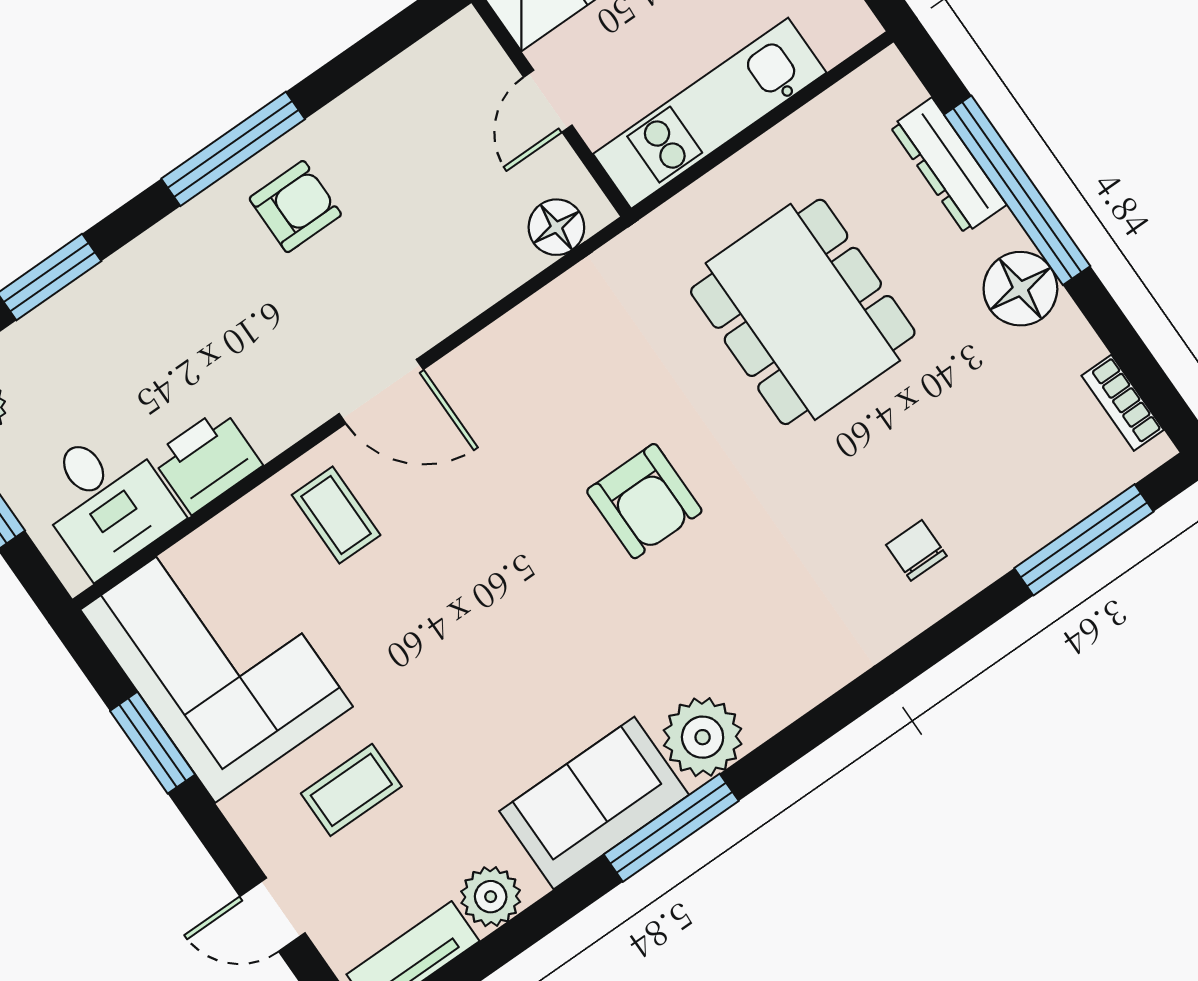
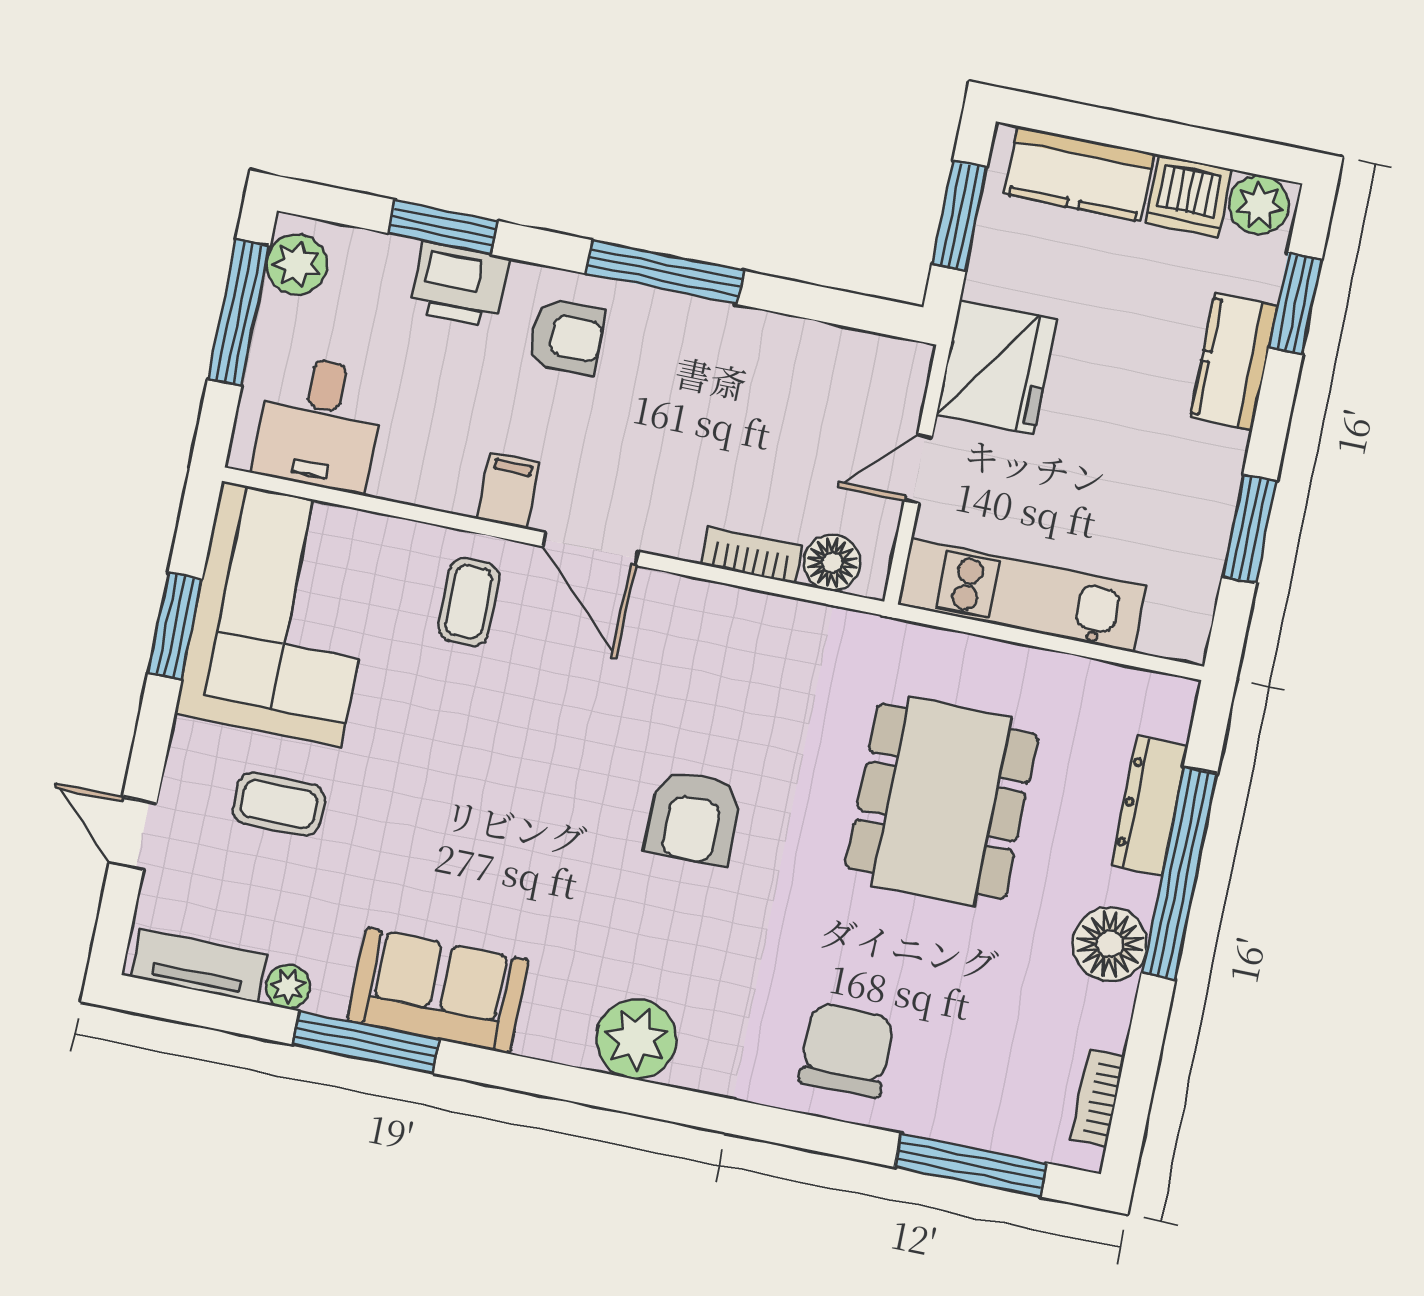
armchair: (295, 207) -> (566, 336), moved
bookcase: (496, 280) -> (752, 555), added
filing cabinet: (283, 410) -> (508, 491), added
printer: (207, 461) -> (459, 285), moved, turned 180
chair: (916, 550) -> (846, 1050), width x1.87, depth x1.87
plant: (703, 737) -> (636, 1039), moved
window: (671, 828) -> (366, 1042), moved
plant: (491, 897) -> (288, 986), width x0.73, depth x0.73

